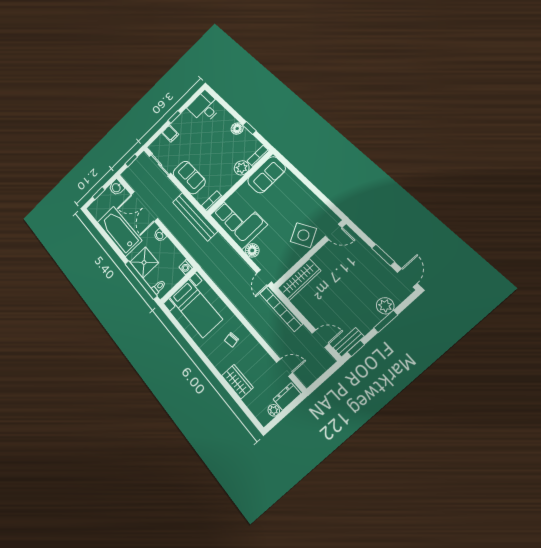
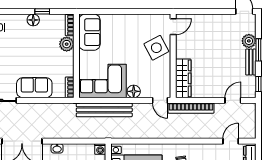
bench: (195, 217) -> (104, 110), moved
window: (383, 255) -> (217, 11), removed
bench: (349, 342) -> (251, 62), moved

